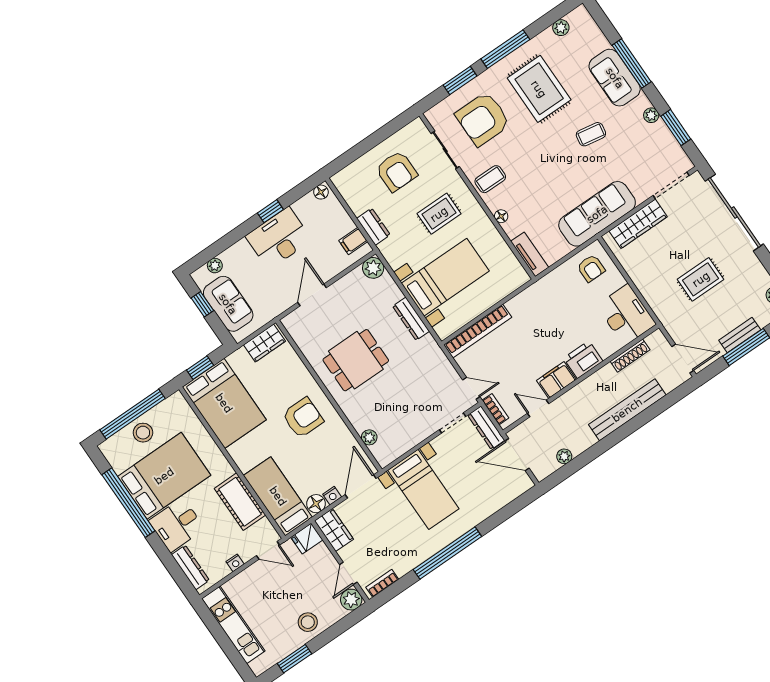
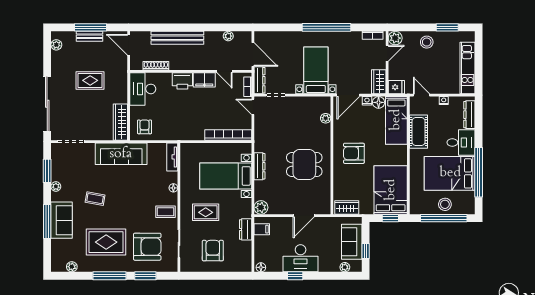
rug: (539, 89) -> (106, 242), turned 90
wardrobe: (638, 224) -> (120, 122), moved, turned -90

